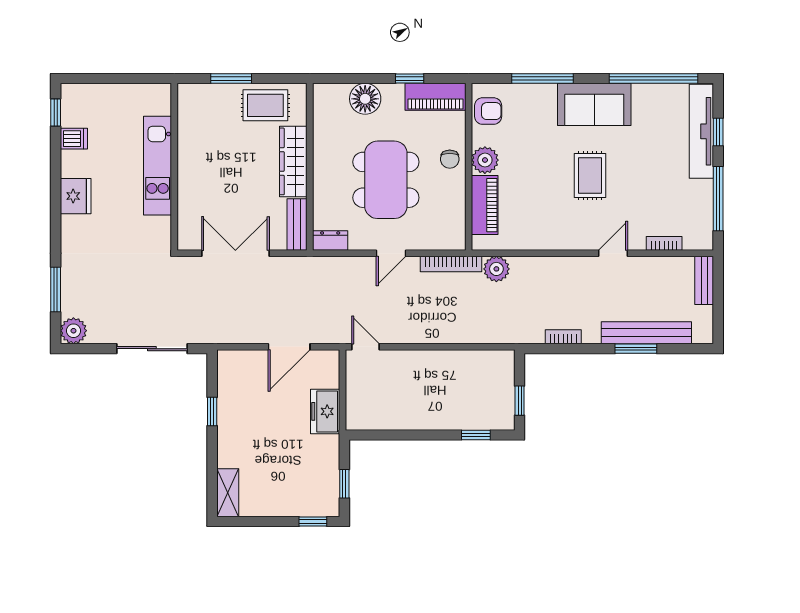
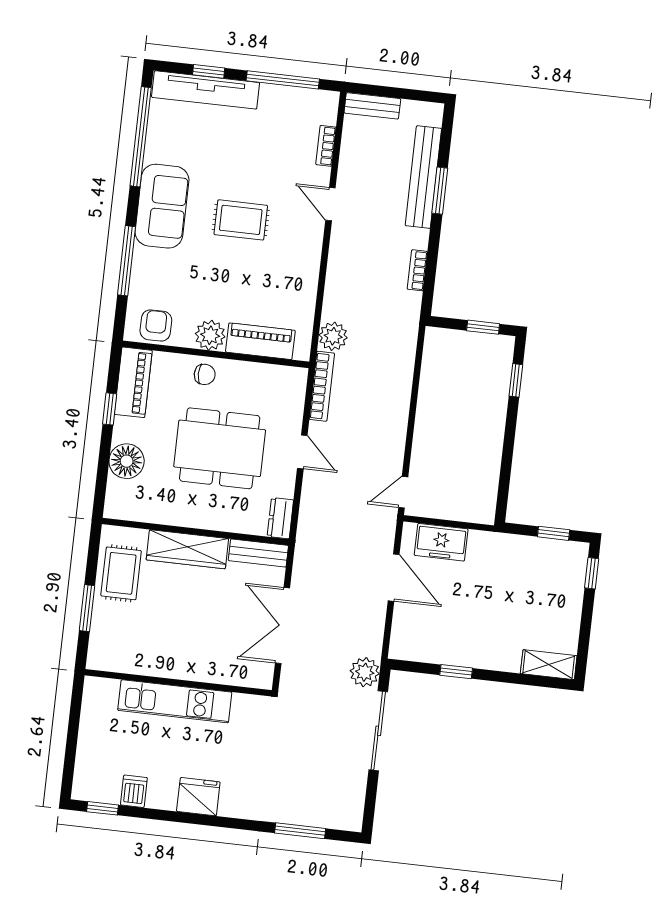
plant: (73, 331) -> (365, 672), moved
freezer: (325, 411) -> (441, 542), moved

